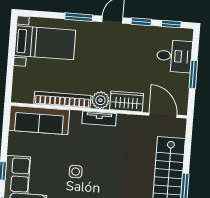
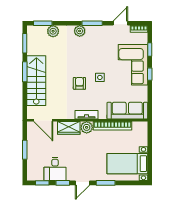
desk: (174, 56) -> (55, 169), moved, turned -90
armchair: (106, 165) -> (79, 83), added

